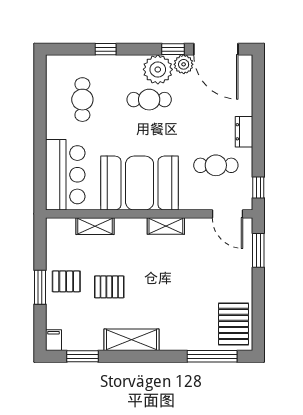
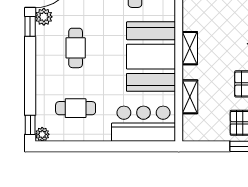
window: (106, 49) -> (30, 125), moved
plant: (158, 69) -> (42, 134), moved, width x0.53, depth x0.53
shelving: (166, 226) -> (190, 48), moved

